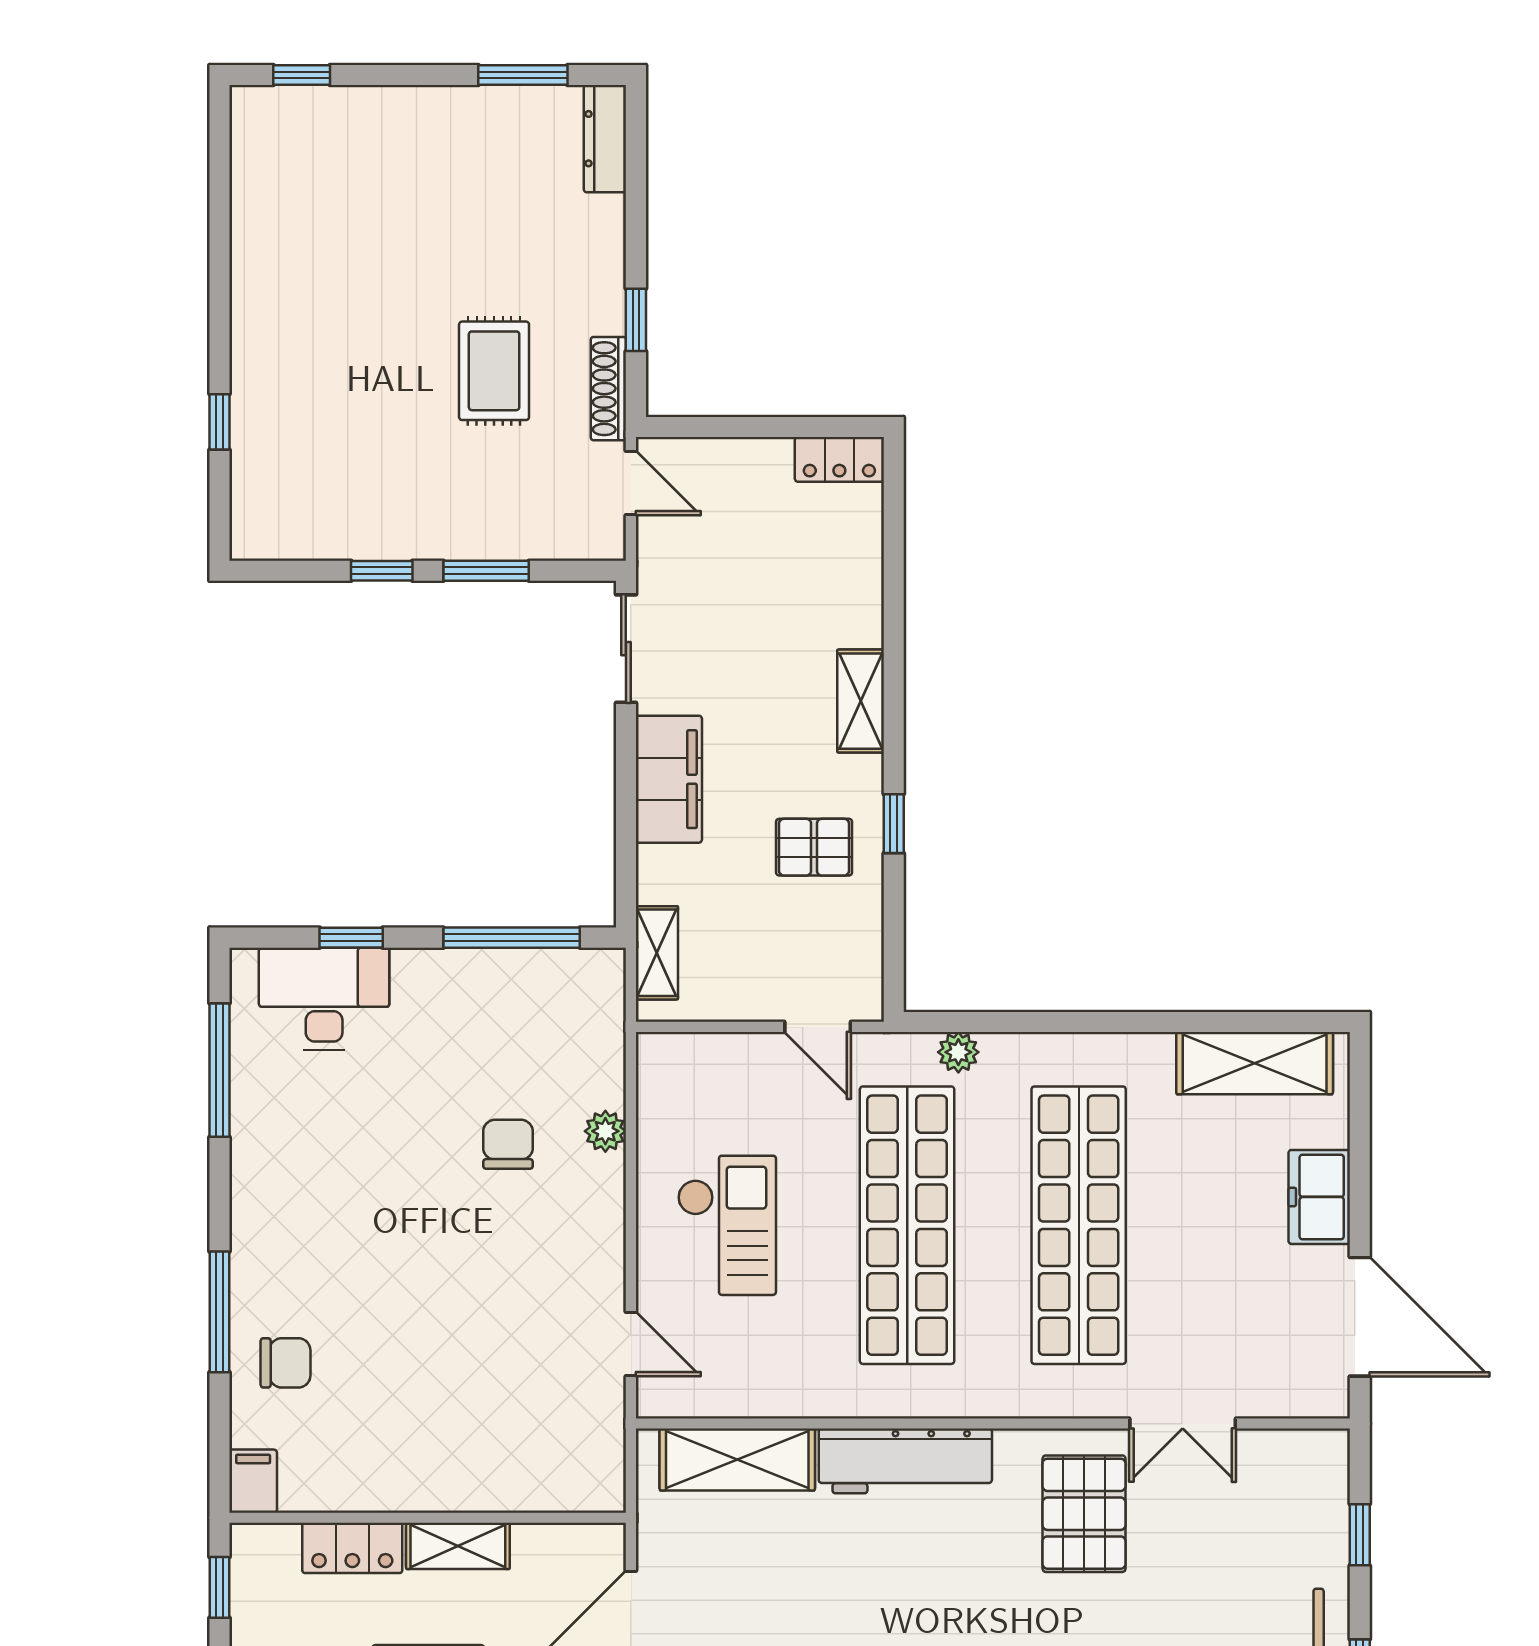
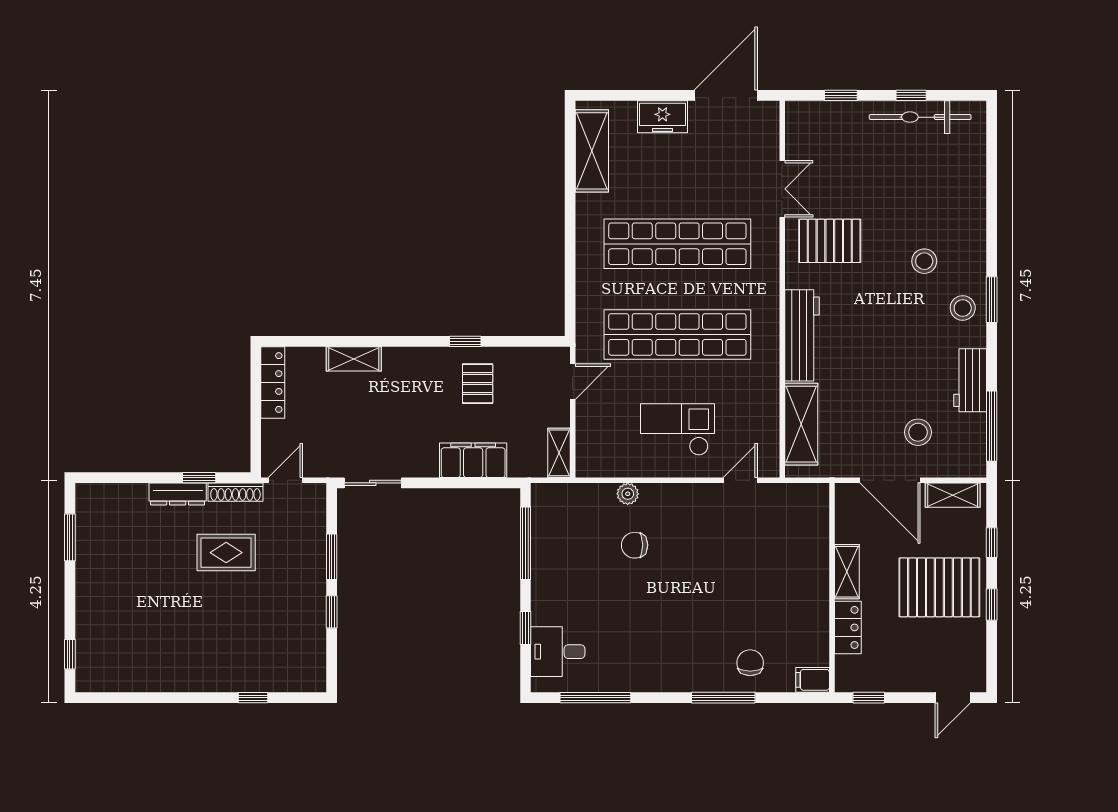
dresser: (605, 139) -> (178, 494), moved
locker: (839, 459) -> (273, 383), width x1.53
shelving: (861, 701) -> (354, 359), moved
filing cabinet: (669, 779) -> (473, 460), moved
shelving: (657, 953) -> (559, 453), moved, turned 90
desk: (324, 999) -> (558, 652), width x0.73
plant: (958, 1052) -> (586, 307), removed

